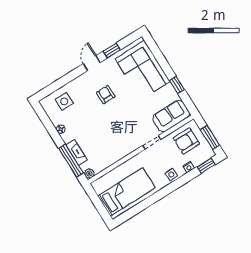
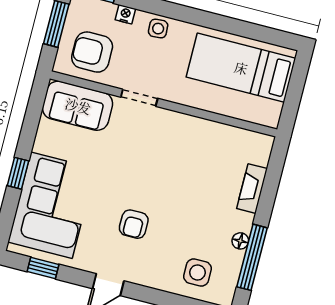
window: (112, 50) -> (43, 268), moved
window: (177, 85) -> (18, 173), moved
armchair: (186, 141) -> (92, 52), turned 180
window: (71, 161) -> (252, 257), moved
plant: (89, 173) -> (264, 143), removed

